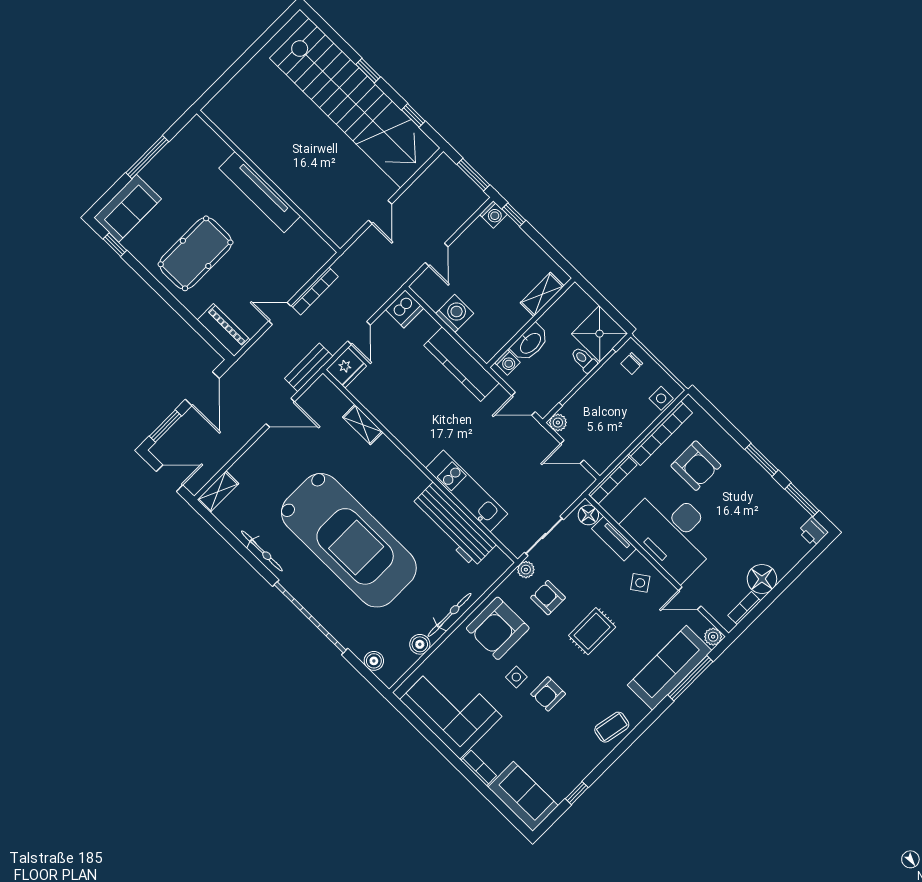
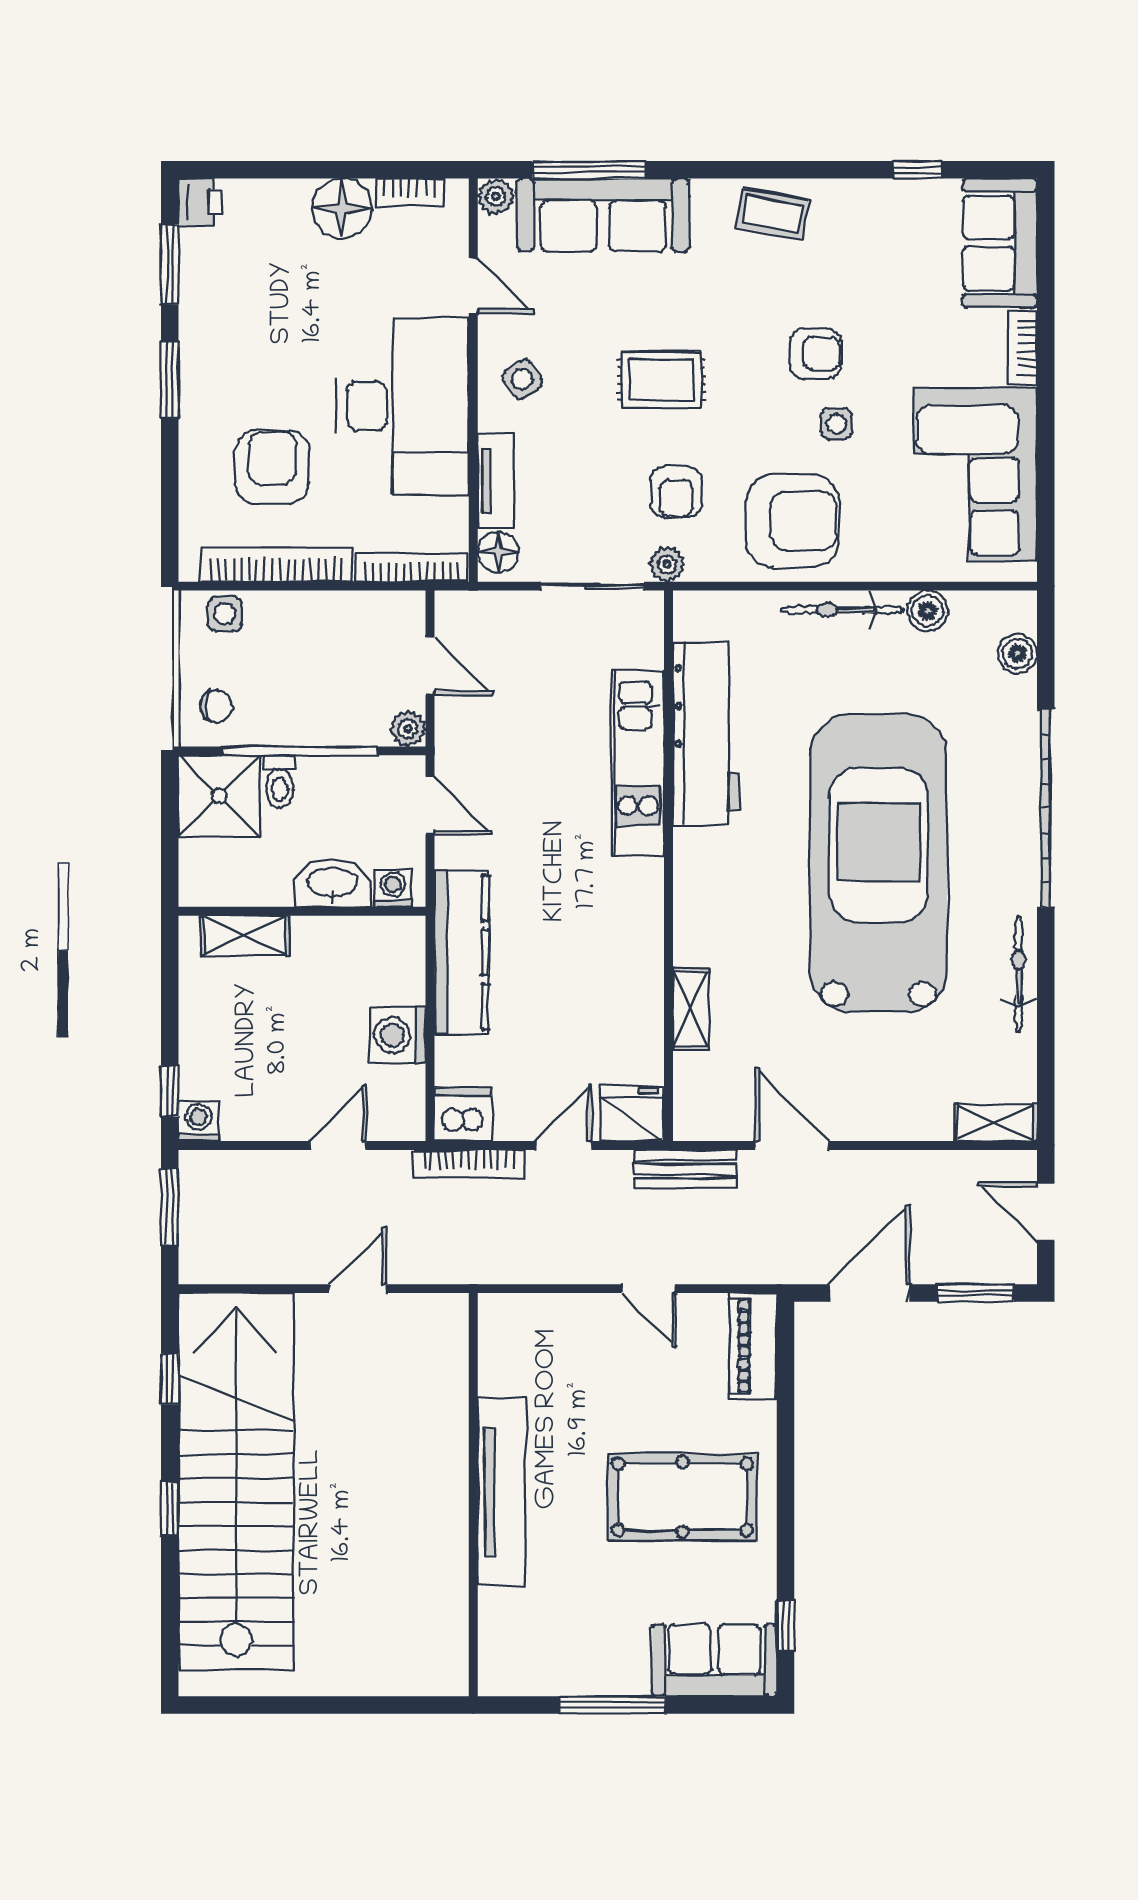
bookcase: (315, 291) -> (469, 1164), moved, turned 180

